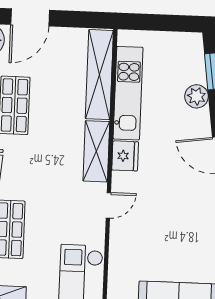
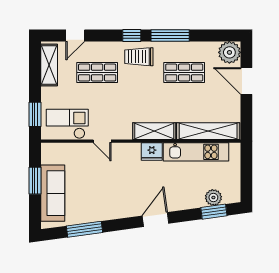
plant: (197, 96) -> (213, 198), moved
door: (108, 205) -> (102, 141), moved

